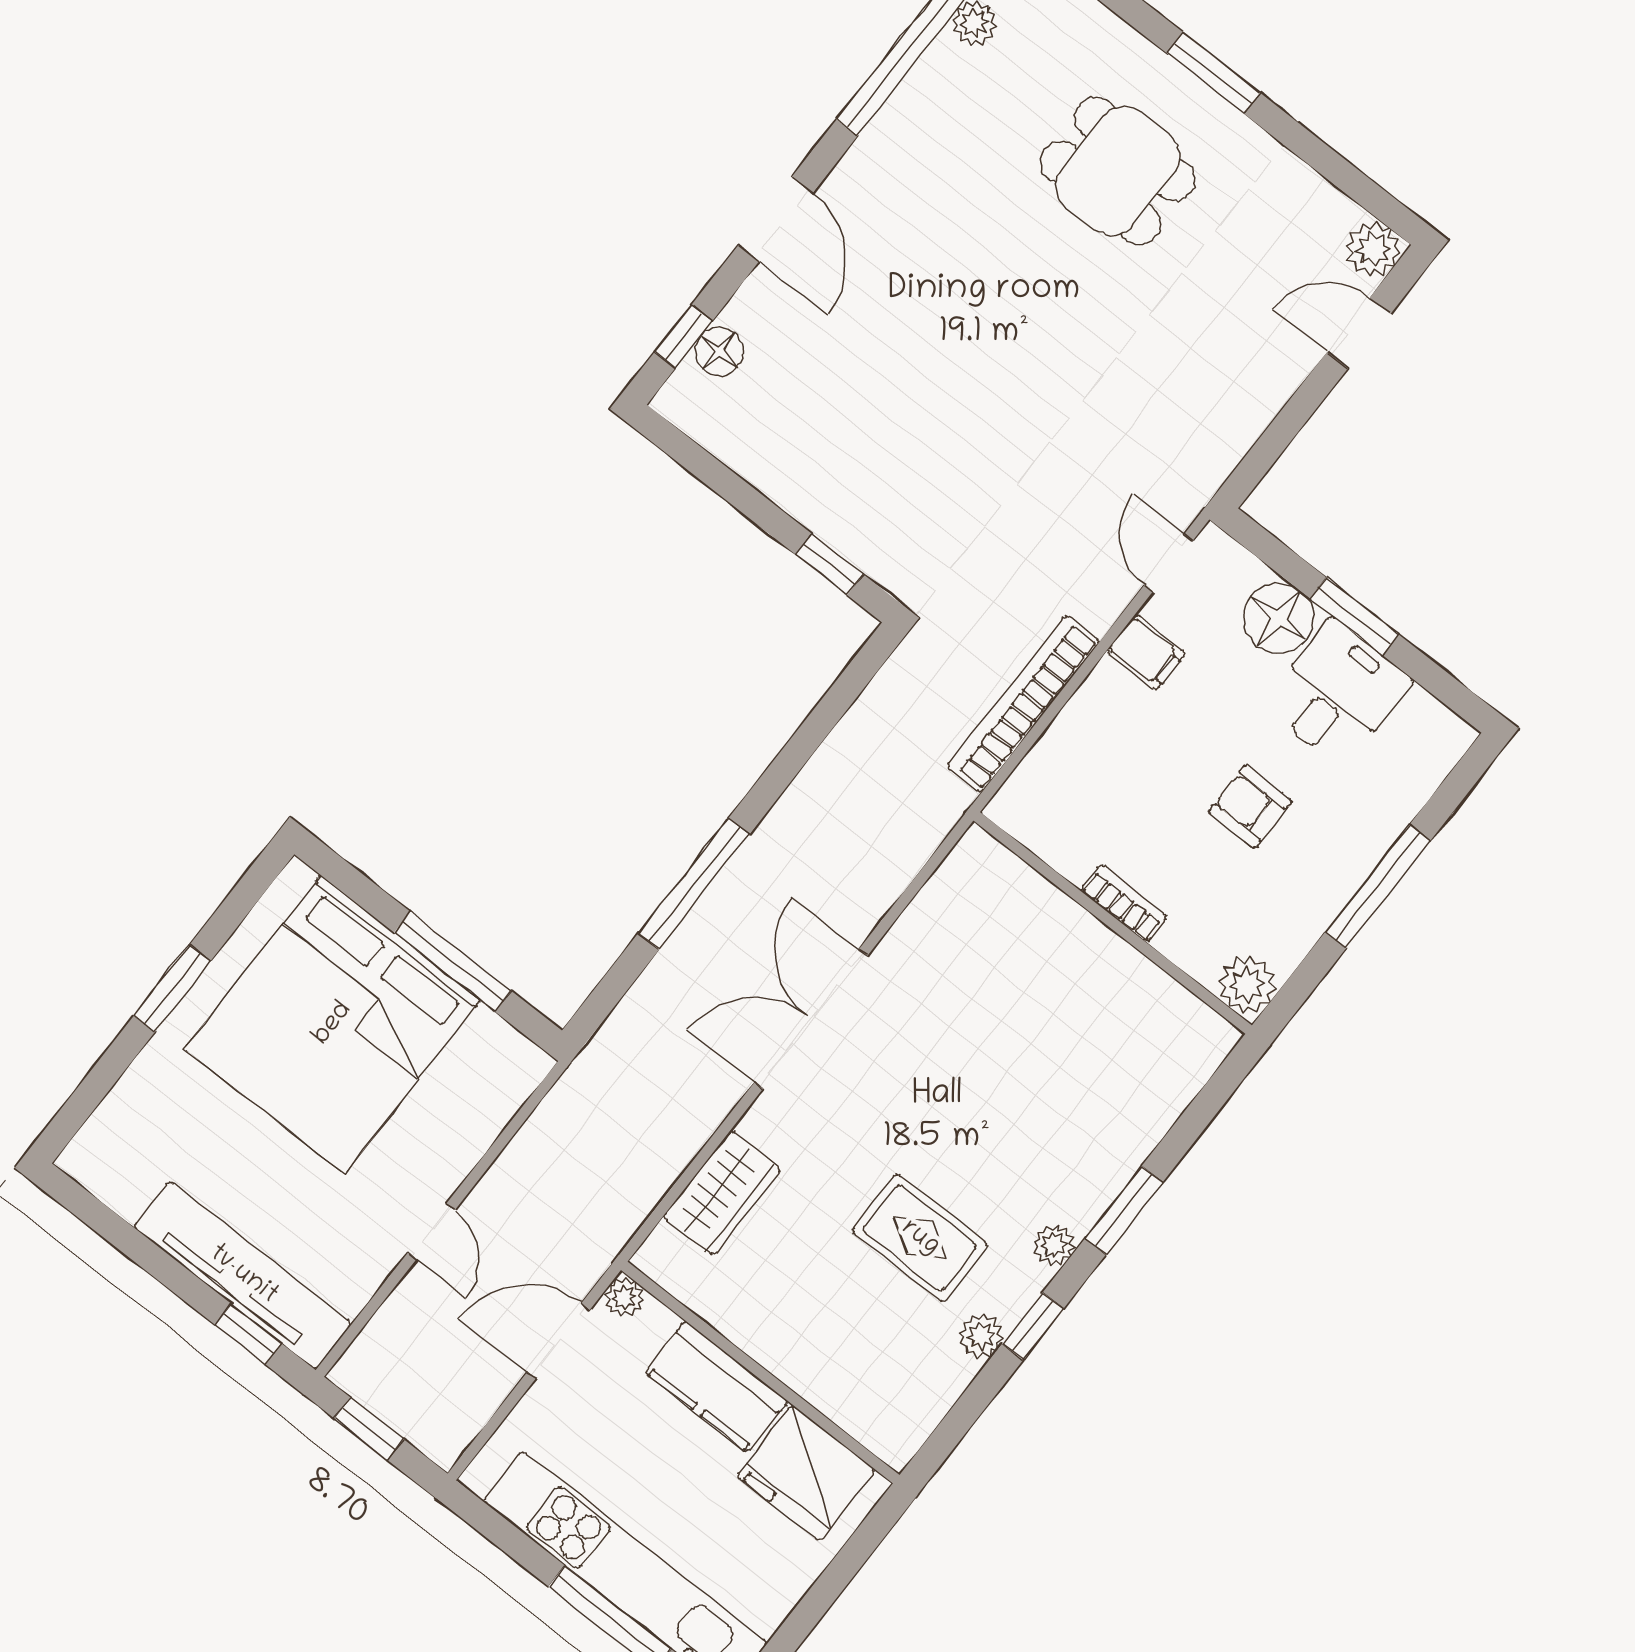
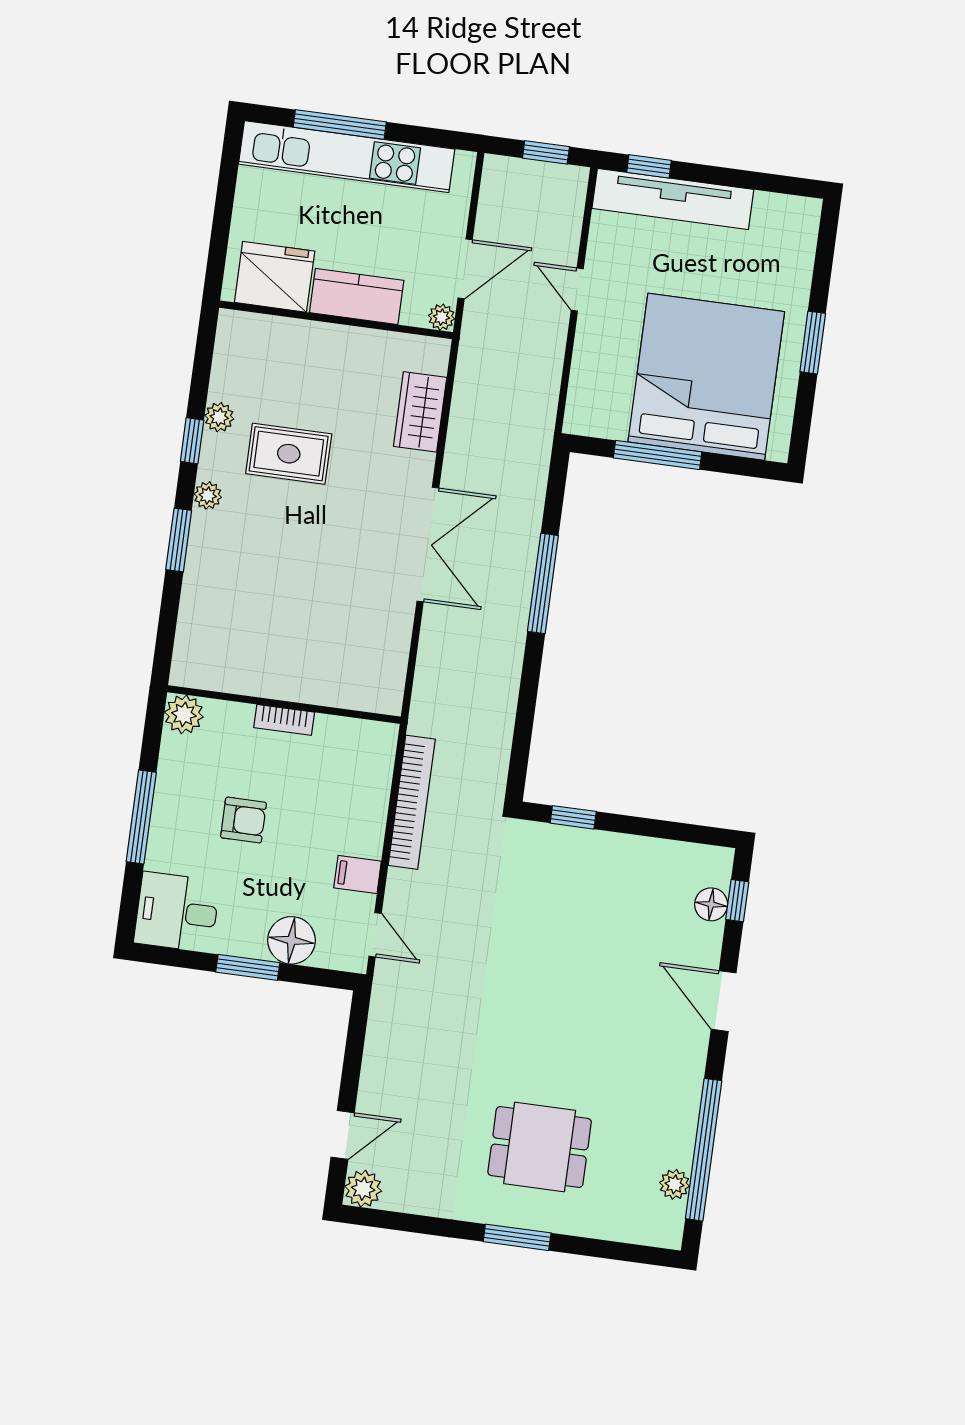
desk: (1338, 693) -> (177, 912), moved, turned 90

